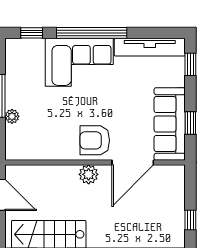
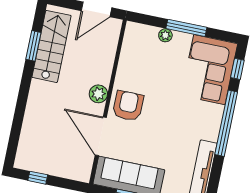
corner sofa: (79, 62) -> (209, 70), moved

